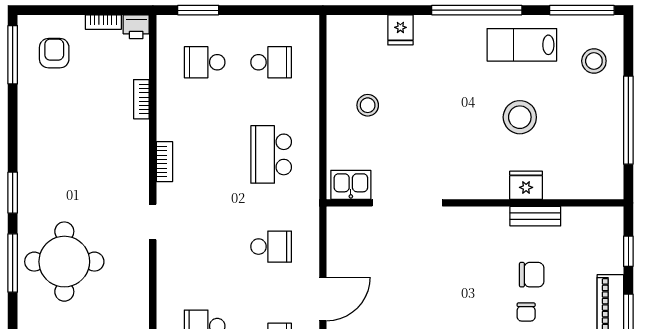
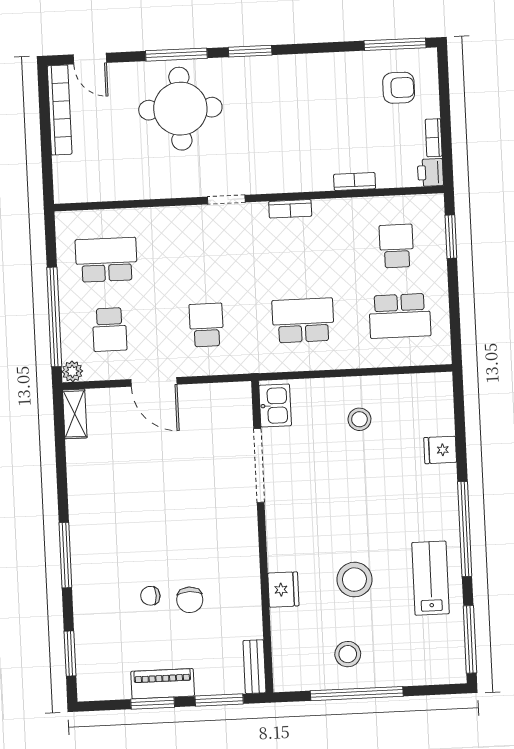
stool: (594, 61) -> (348, 654), moved
school desk: (271, 62) -> (400, 316), width x1.85
bench: (535, 216) -> (254, 667), moved
school desk: (271, 247) -> (206, 325), turned 180
window: (628, 251) -> (219, 700), width x1.50

